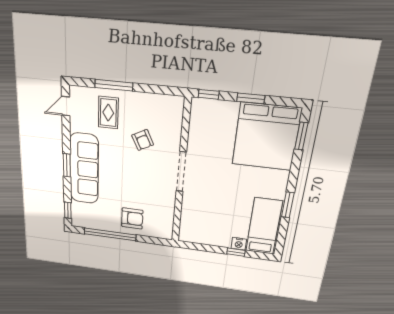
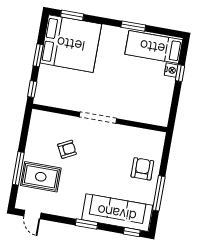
rug: (108, 113) -> (41, 177), width x1.36, depth x1.43
sofa: (84, 169) -> (117, 213), moved
window: (110, 234) -> (159, 193), width x0.68

